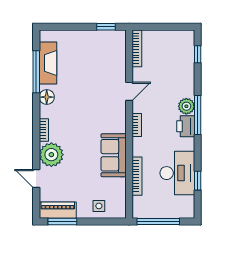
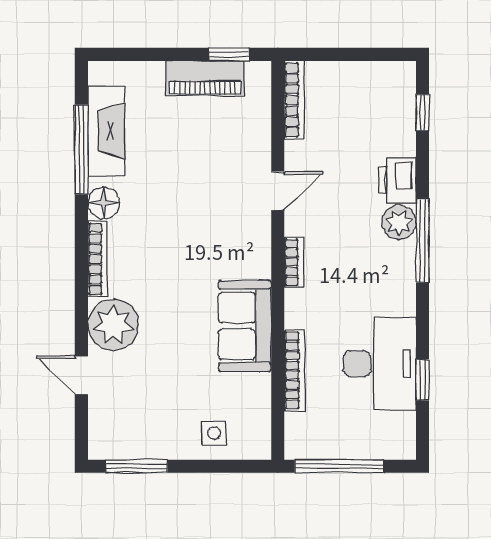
printer: (186, 126) -> (397, 180), moved
bookcase: (44, 130) -> (98, 259), width x1.56
piano: (58, 210) -> (205, 78), moved, turned 180

